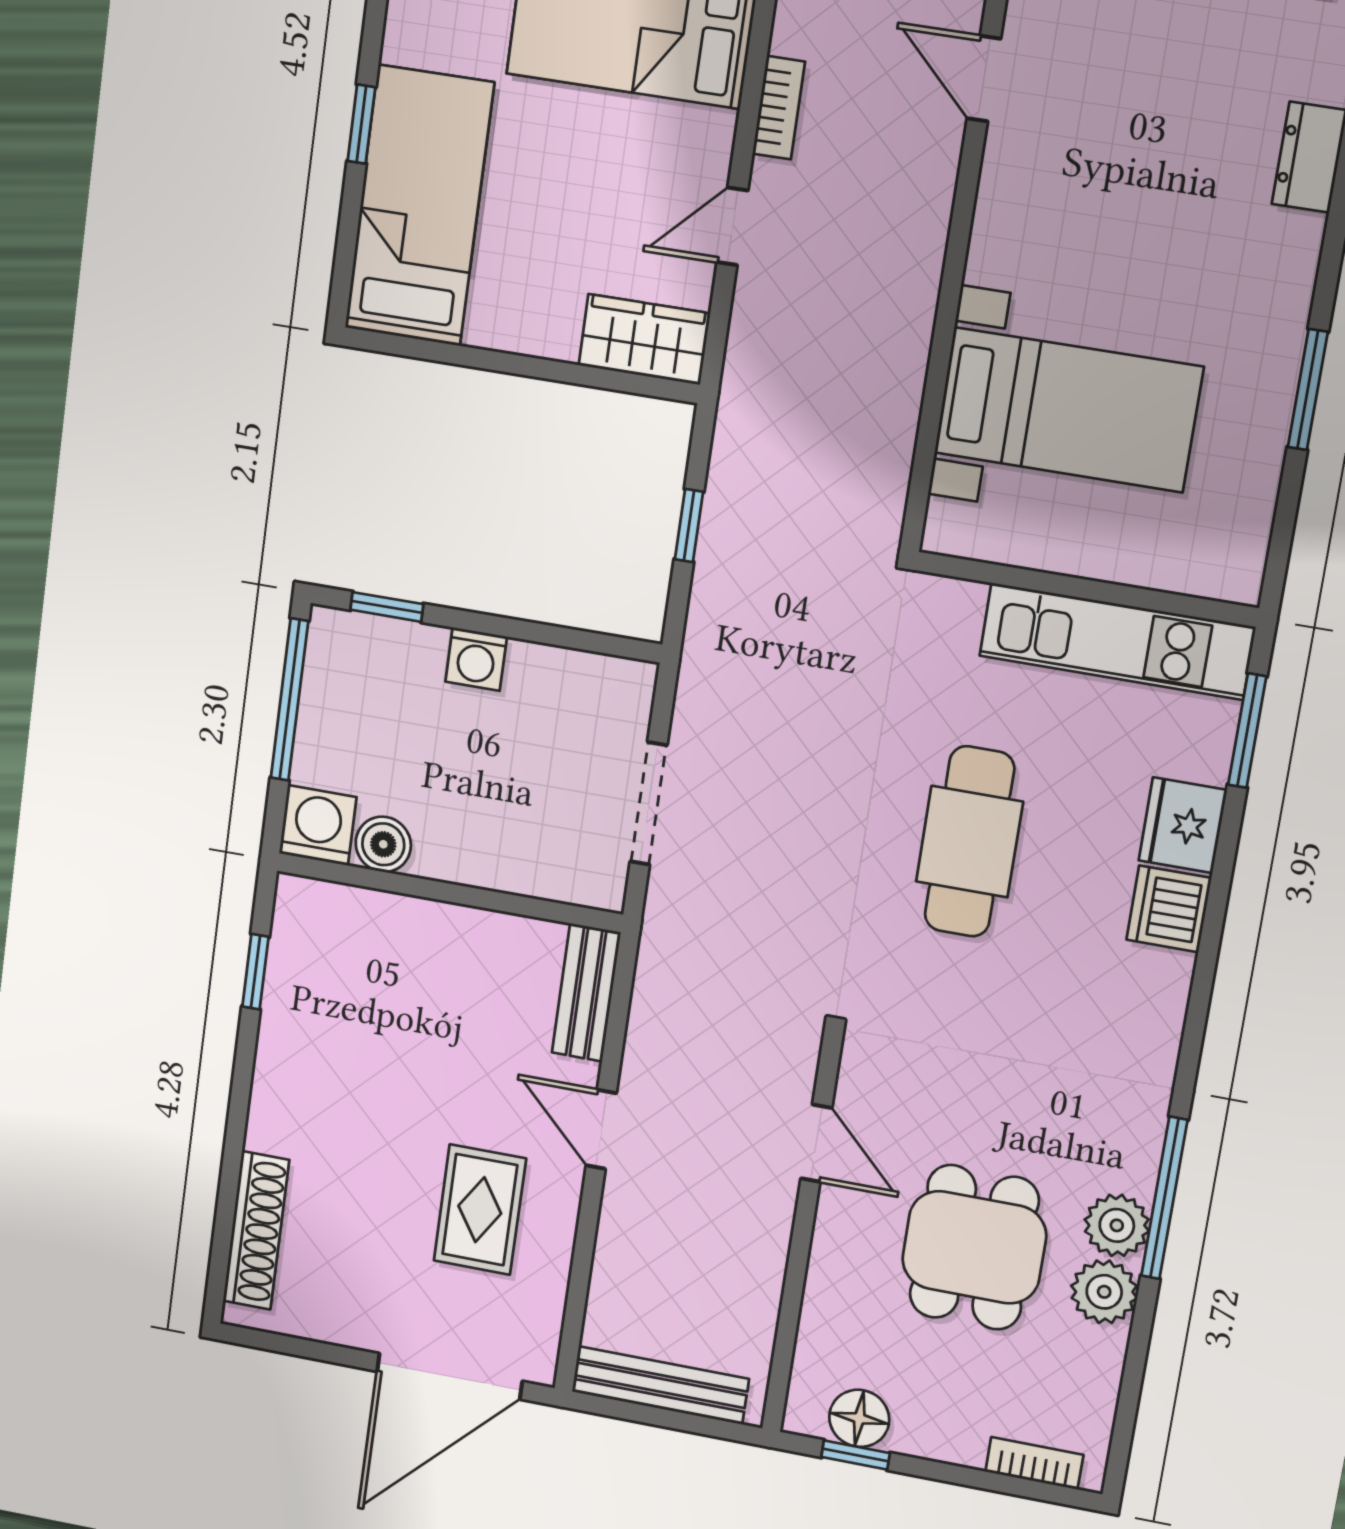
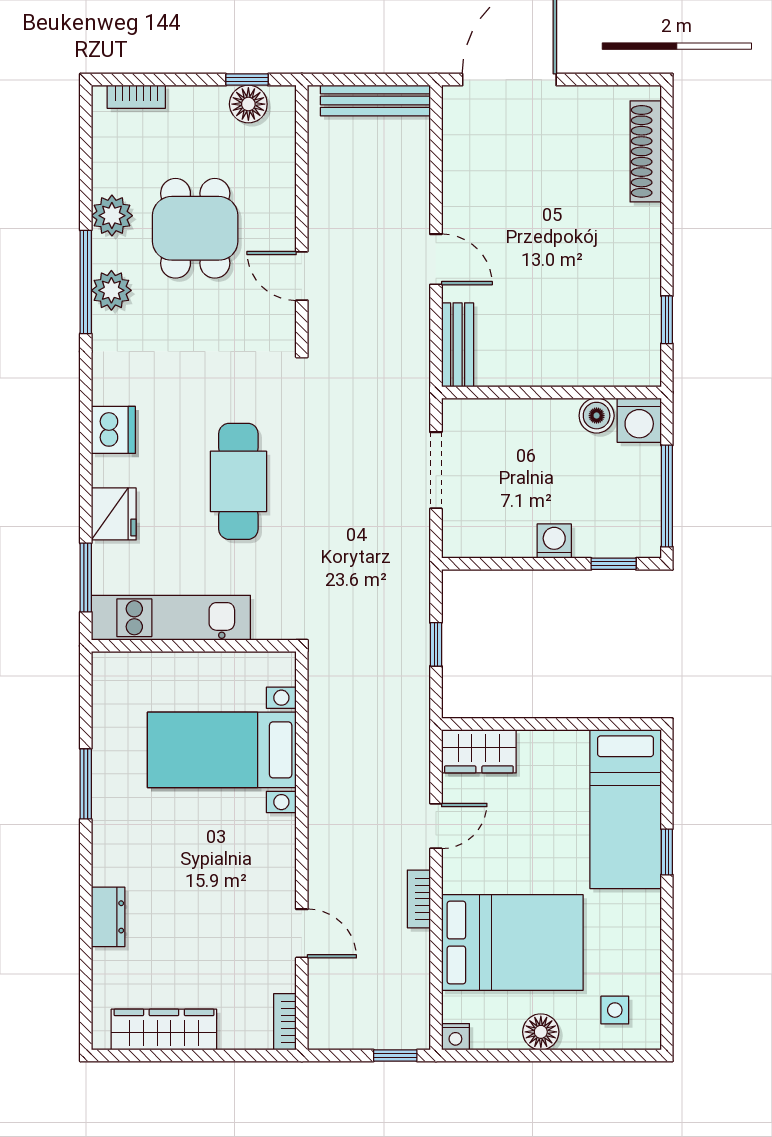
dishwasher: (1169, 909) -> (113, 430), moved
rug: (480, 1210) -> (505, 193), removed
plant: (1117, 1225) -> (111, 290), moved

